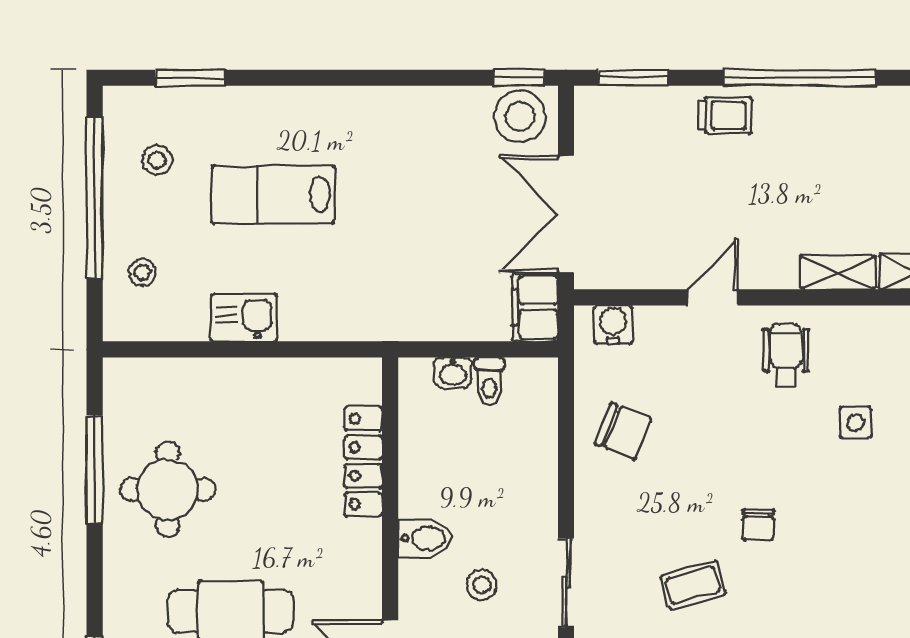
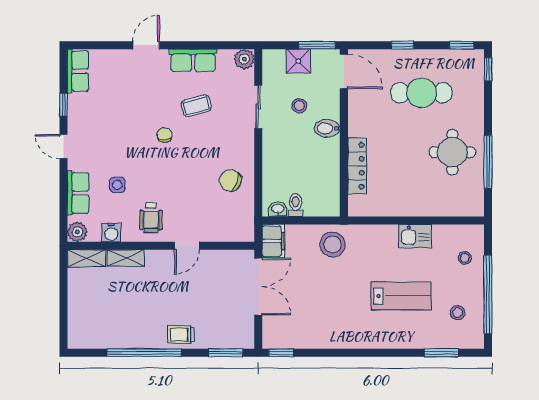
stool: (520, 116) -> (332, 245), moved
water cooler: (613, 325) -> (111, 232), moved
washbasin: (453, 373) -> (278, 209), moved

